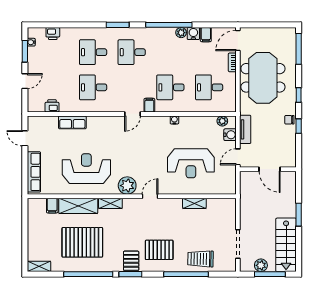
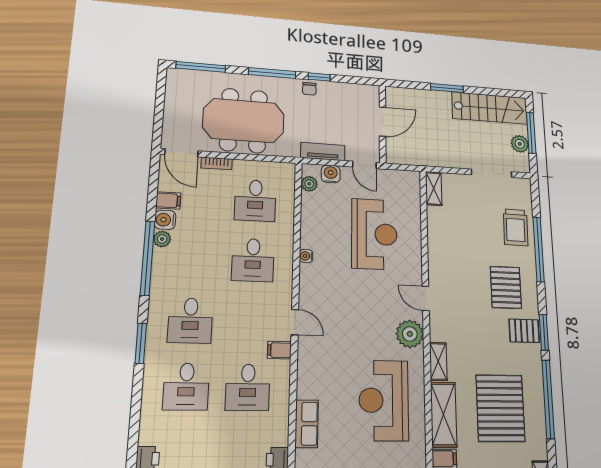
window: (299, 95) -> (272, 73), width x2.17
filing cabinet: (149, 105) -> (279, 350), moved
shelving: (194, 203) -> (434, 188), moved

